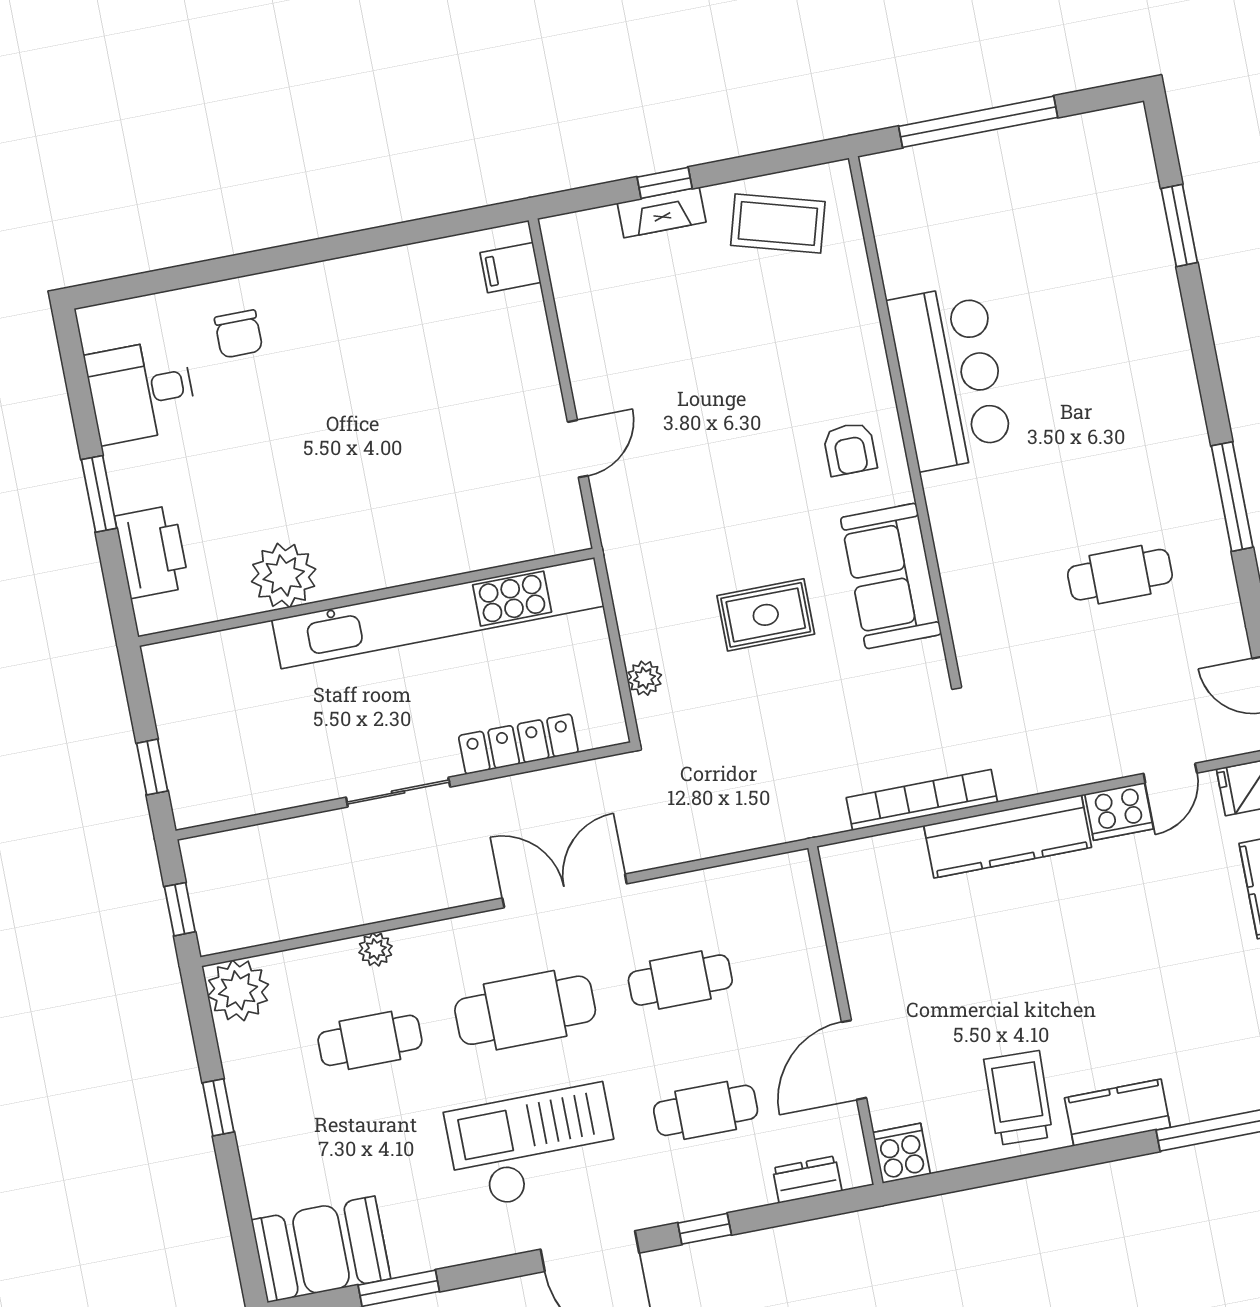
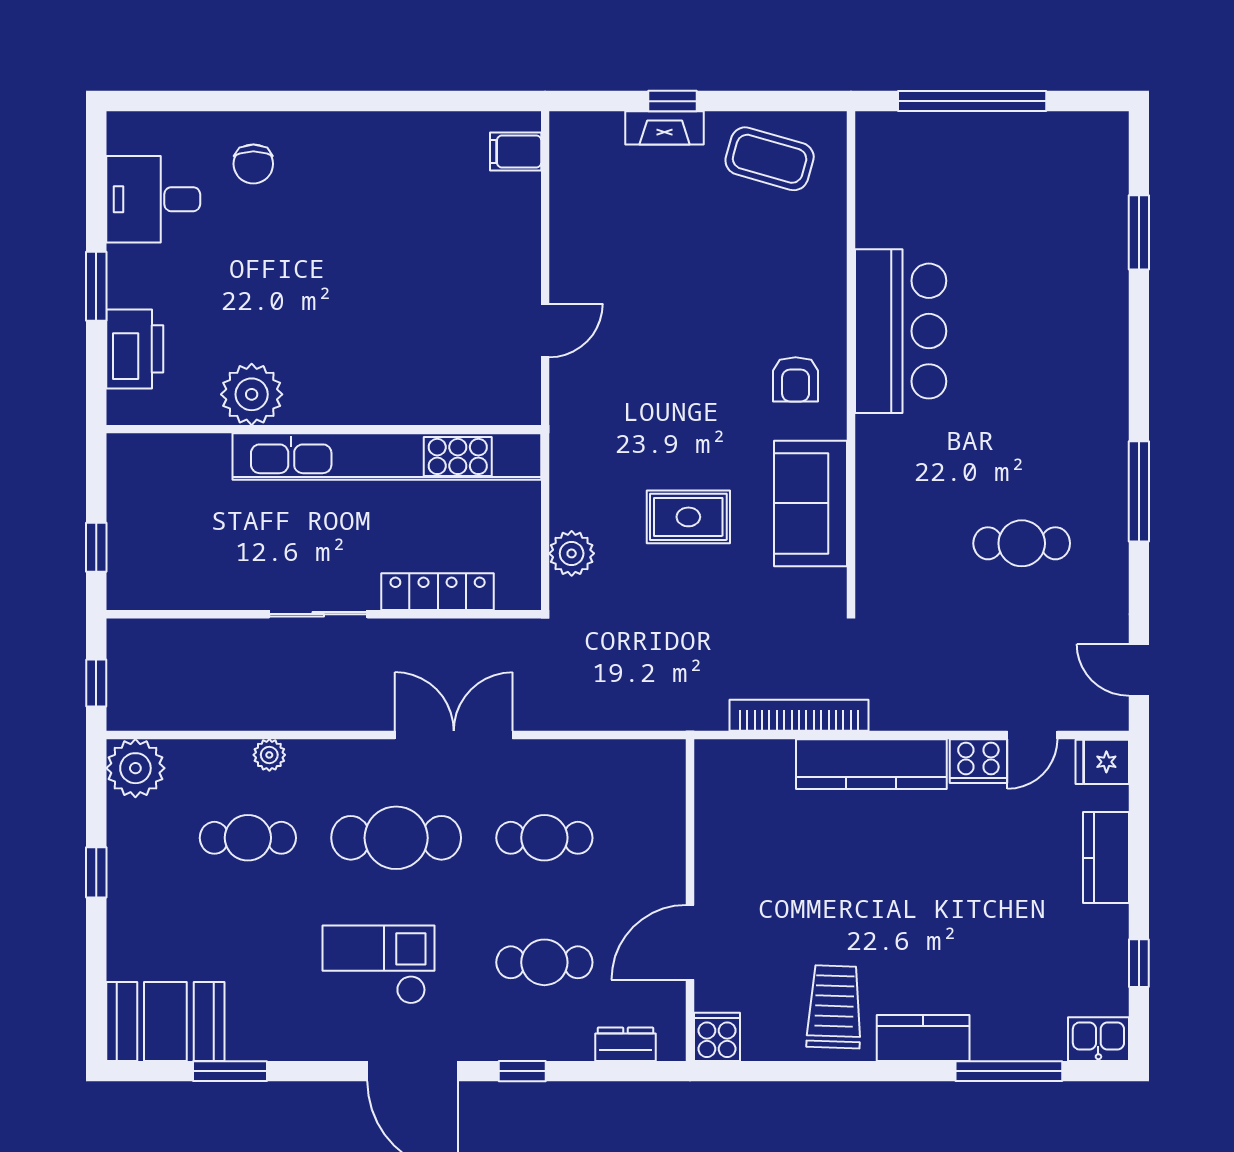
plant: (645, 678) -> (572, 553), width x1.38, depth x1.38
checkout: (533, 1147) -> (379, 965), width x0.73, depth x0.83

